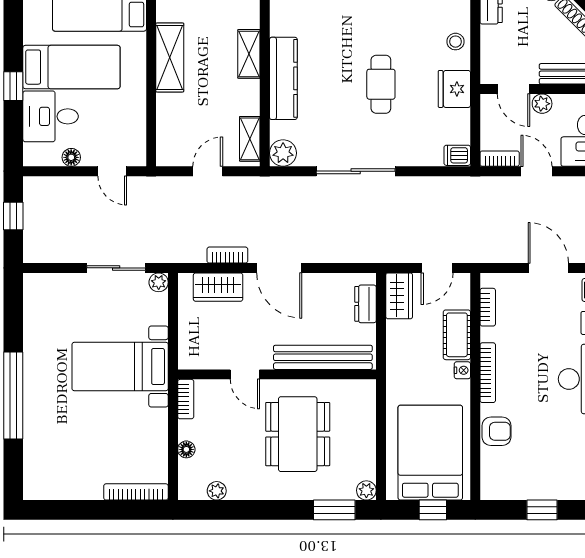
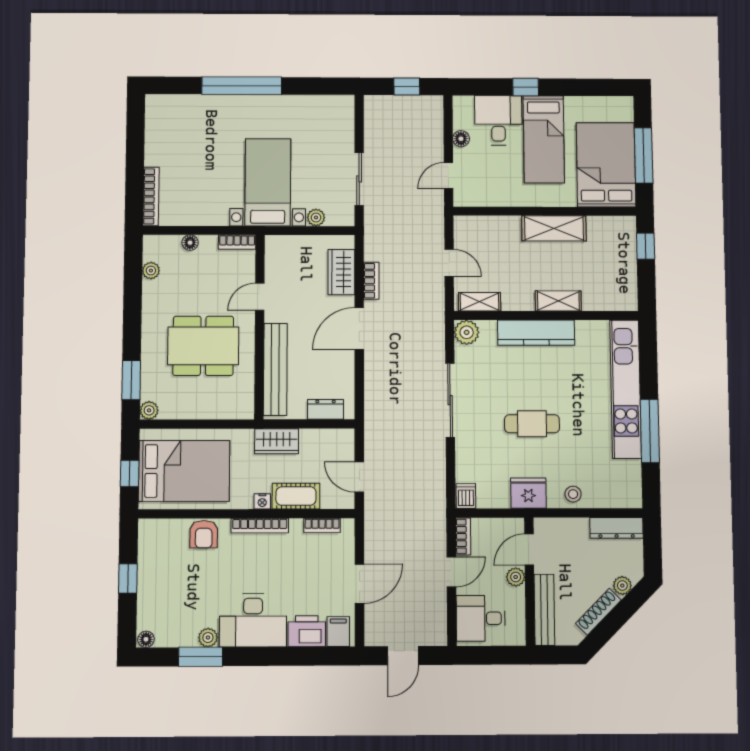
plant: (159, 282) -> (316, 217), moved
wardrobe: (399, 296) -> (277, 441), moved

